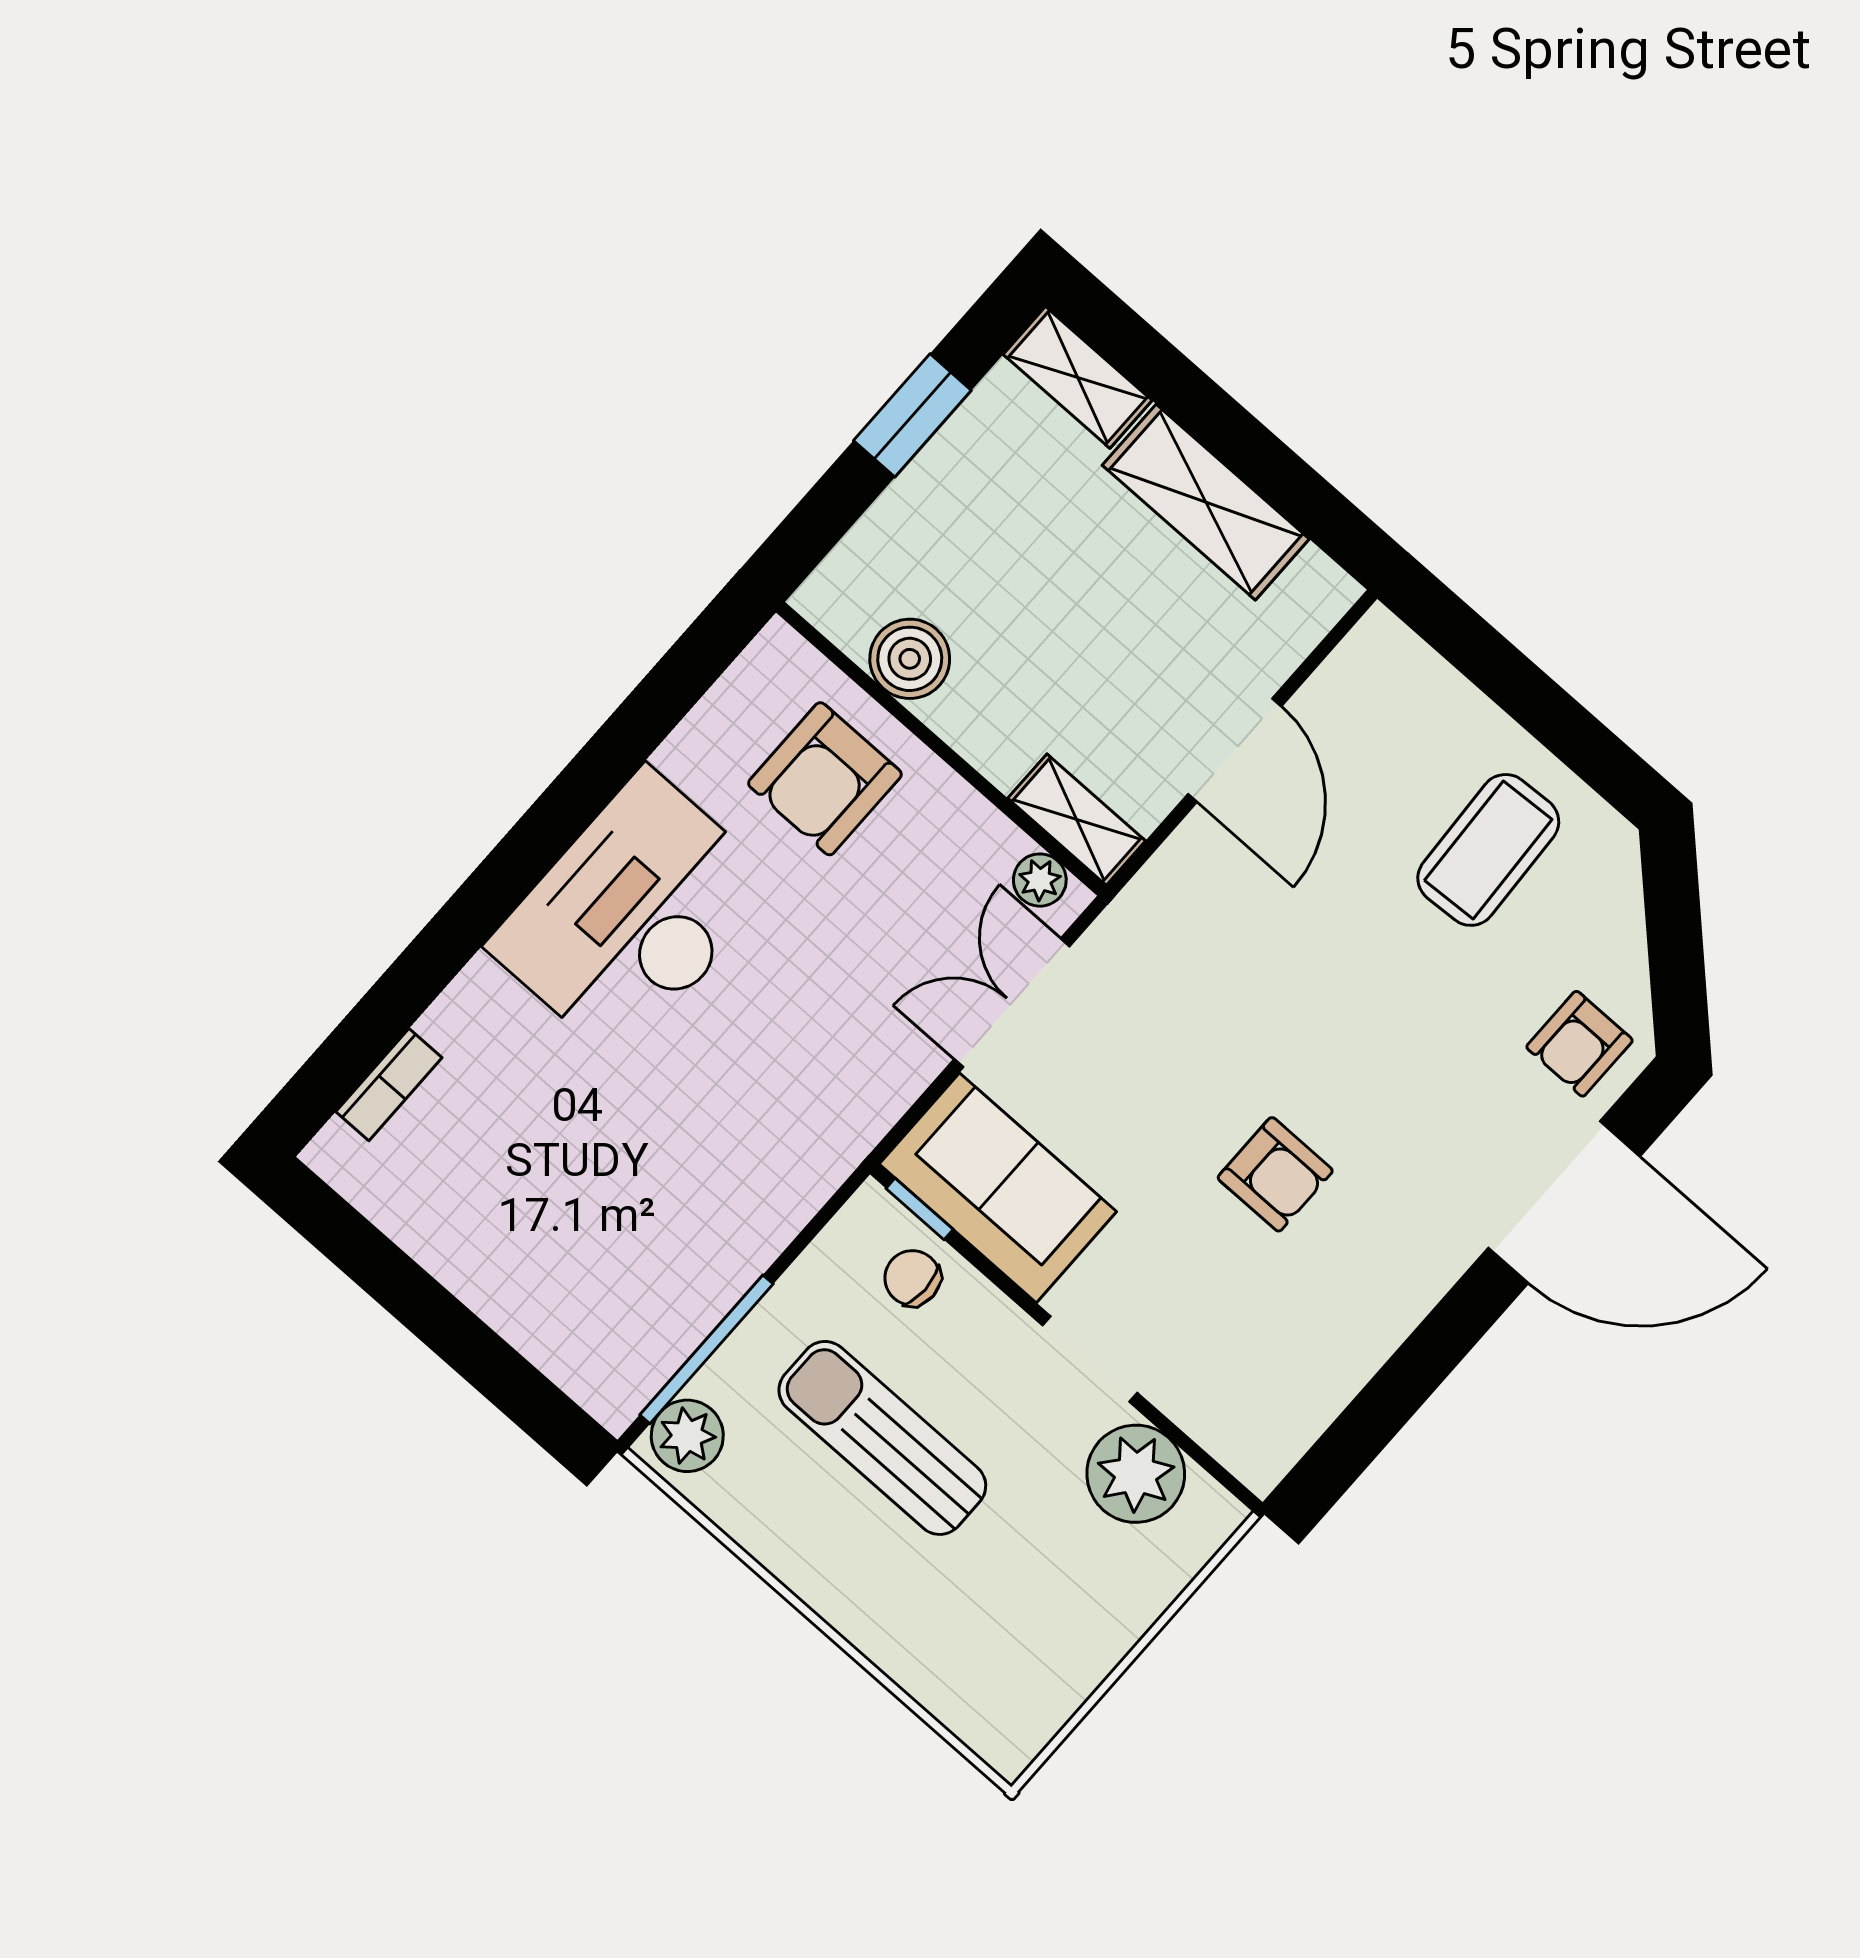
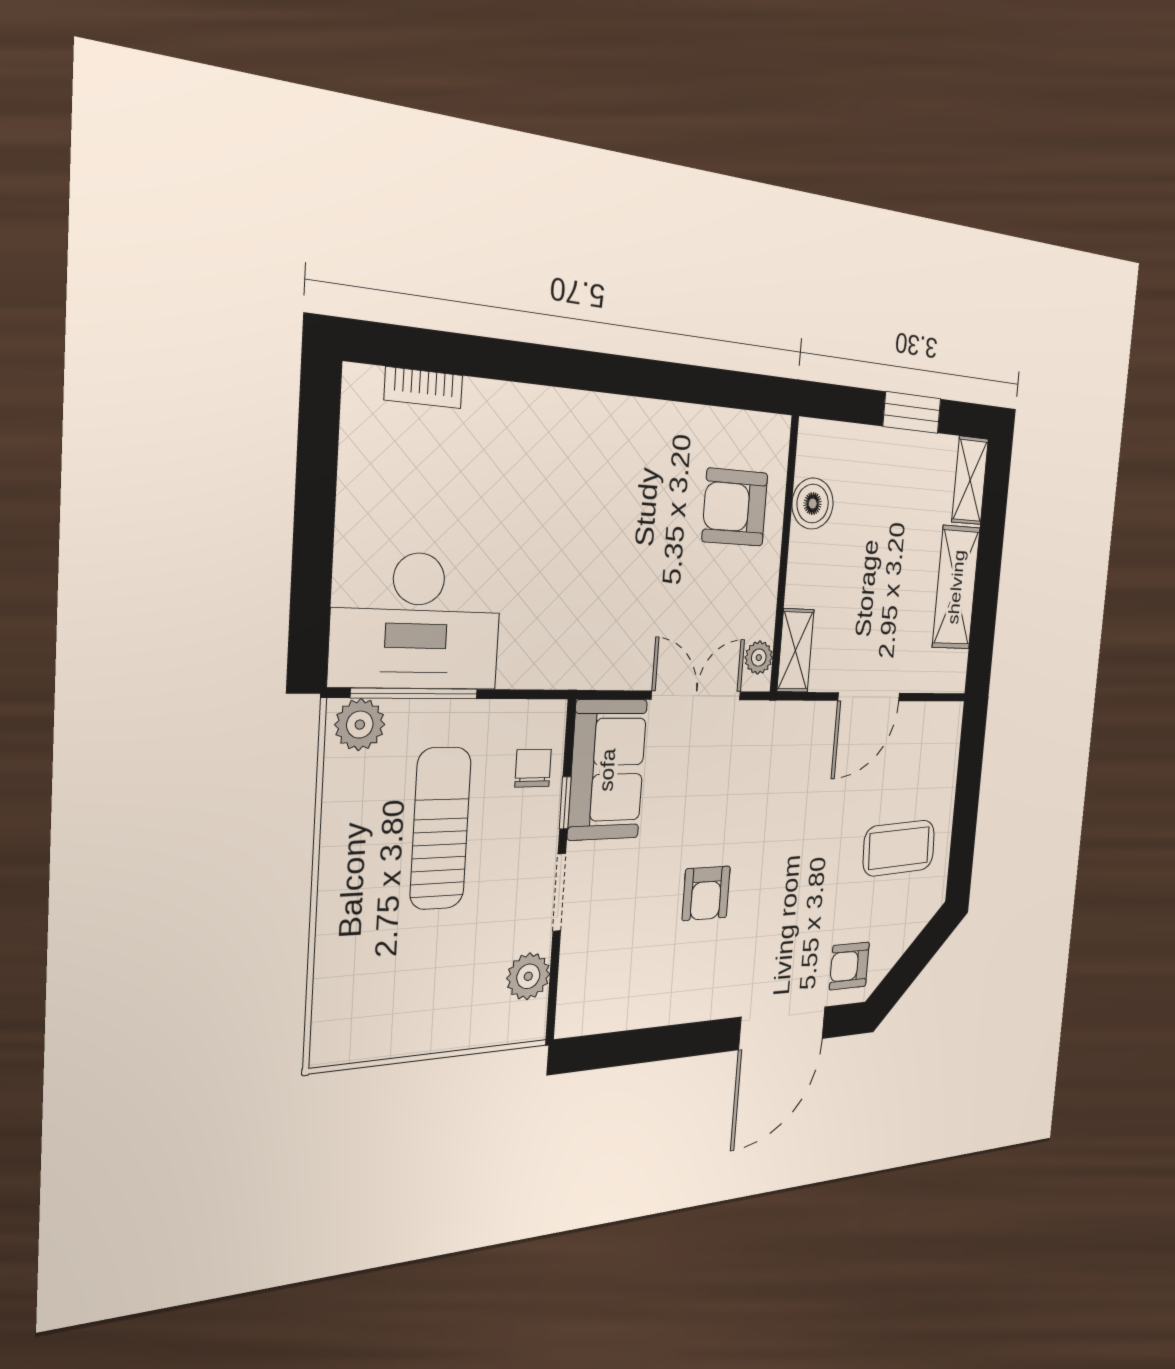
desk: (633, 915) -> (417, 621), moved, turned 180
door: (1564, 1202) -> (782, 1028), hinge flipped
window: (920, 1209) -> (565, 803), moved
plant: (1136, 1474) -> (528, 976), width x0.73, depth x0.73

